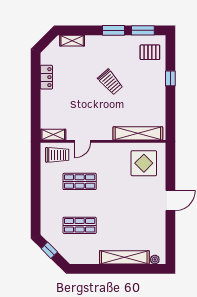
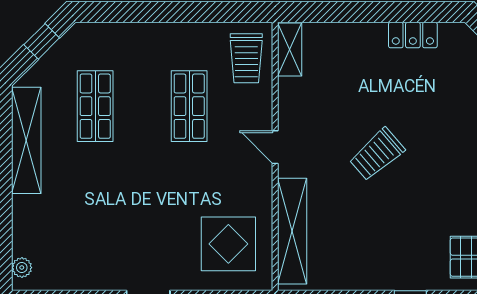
trolley: (110, 82) -> (377, 154), moved
door: (83, 141) -> (275, 147), moved
shelving: (124, 257) -> (26, 140), moved

